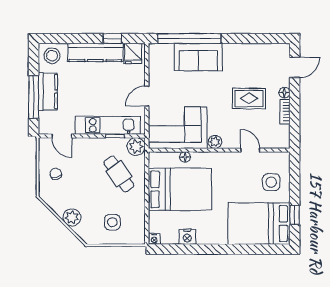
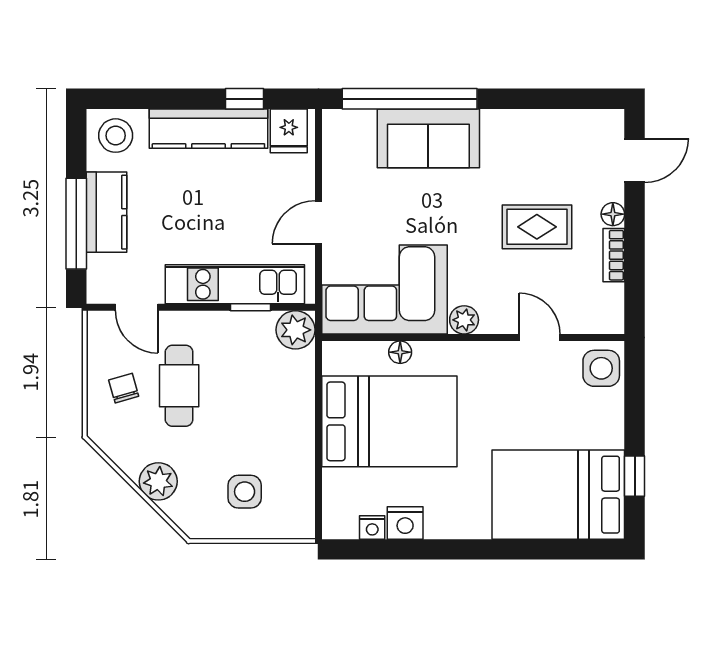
cafe table: (119, 174) -> (179, 386), moved, turned 35
side table: (271, 182) -> (601, 368), moved
nightstand: (154, 239) -> (372, 528), moved

